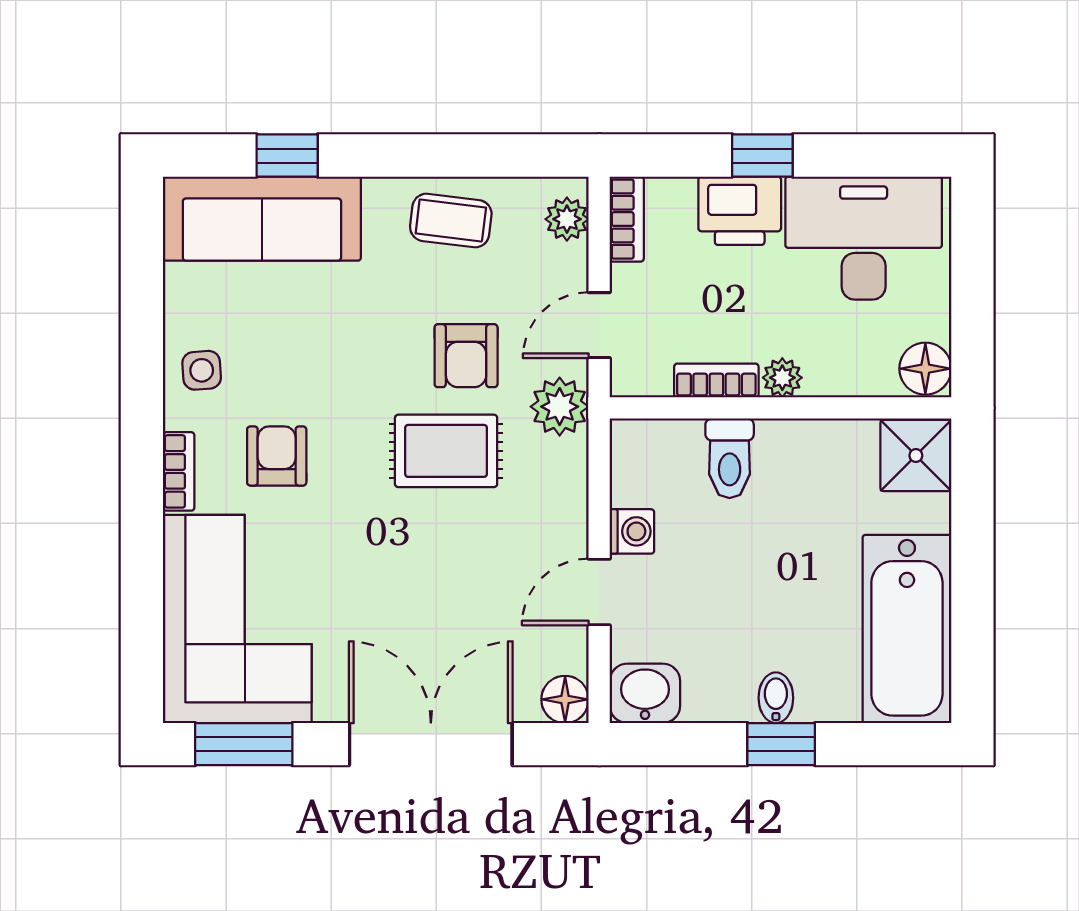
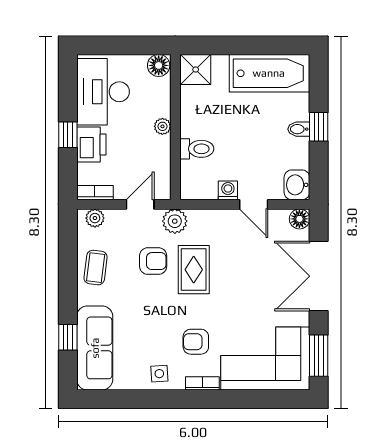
door: (599, 325) -> (140, 204), swing flipped
bookcase: (716, 380) -> (164, 154), removed

